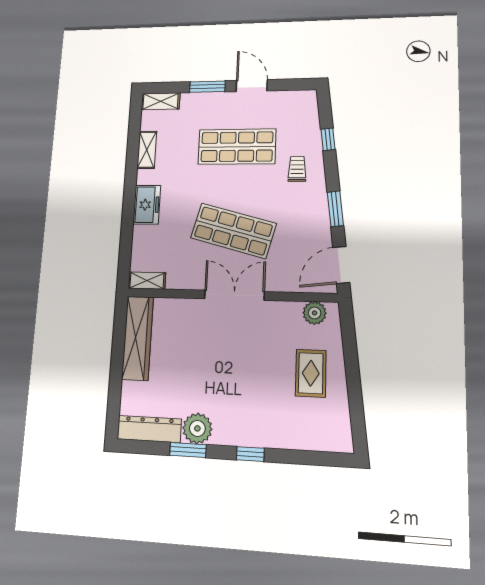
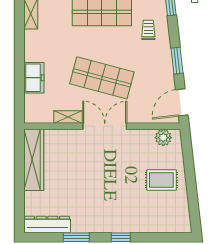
freezer: (147, 205) -> (34, 78), moved
shelving: (147, 281) -> (68, 117), moved
rug: (311, 373) -> (161, 180), turned 90
plant: (197, 428) -> (82, 222), removed

